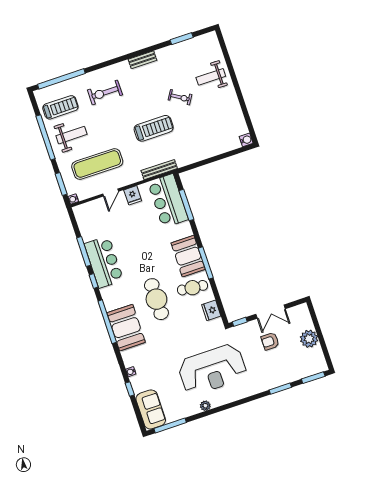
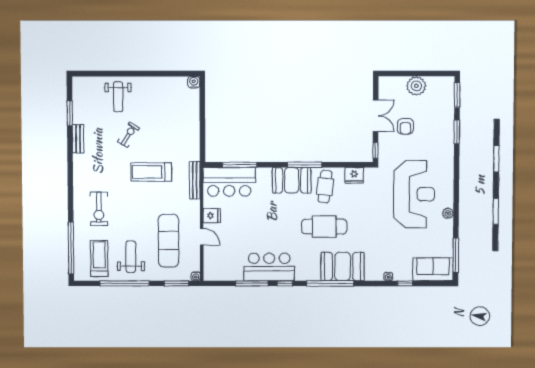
bench: (142, 60) -> (78, 139), moved
treadmill: (154, 128) -> (151, 172), turned -90

